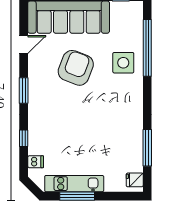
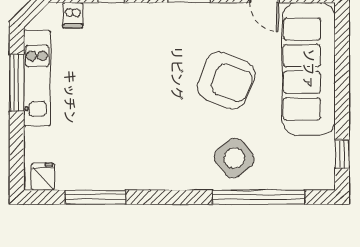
side table: (123, 63) -> (234, 158), turned -38

